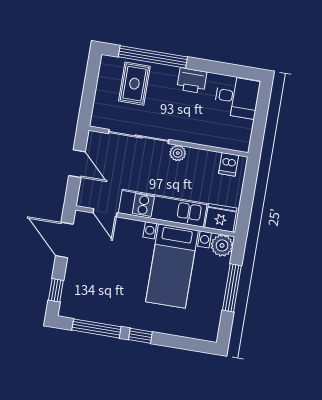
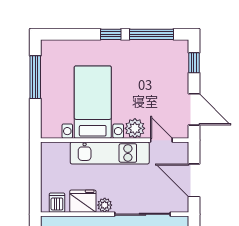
door: (77, 164) -> (194, 180), width x1.38
fridge: (221, 218) -> (83, 201), moved, turned 180
plant: (222, 245) -> (135, 128), moved
window: (232, 288) -> (35, 77), moved

